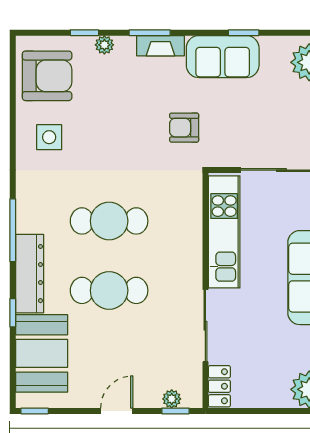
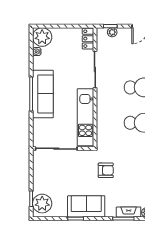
fireplace: (161, 46) -> (129, 212), moved

